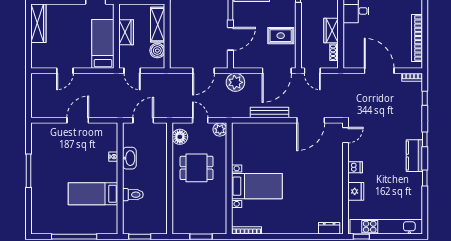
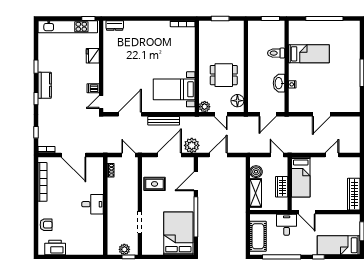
wardrobe: (331, 31) -> (113, 188), removed
door: (277, 71) -> (169, 155), moved
dishwasher: (355, 167) -> (93, 88), moved
bed with nightstands: (257, 186) -> (174, 89), moved

